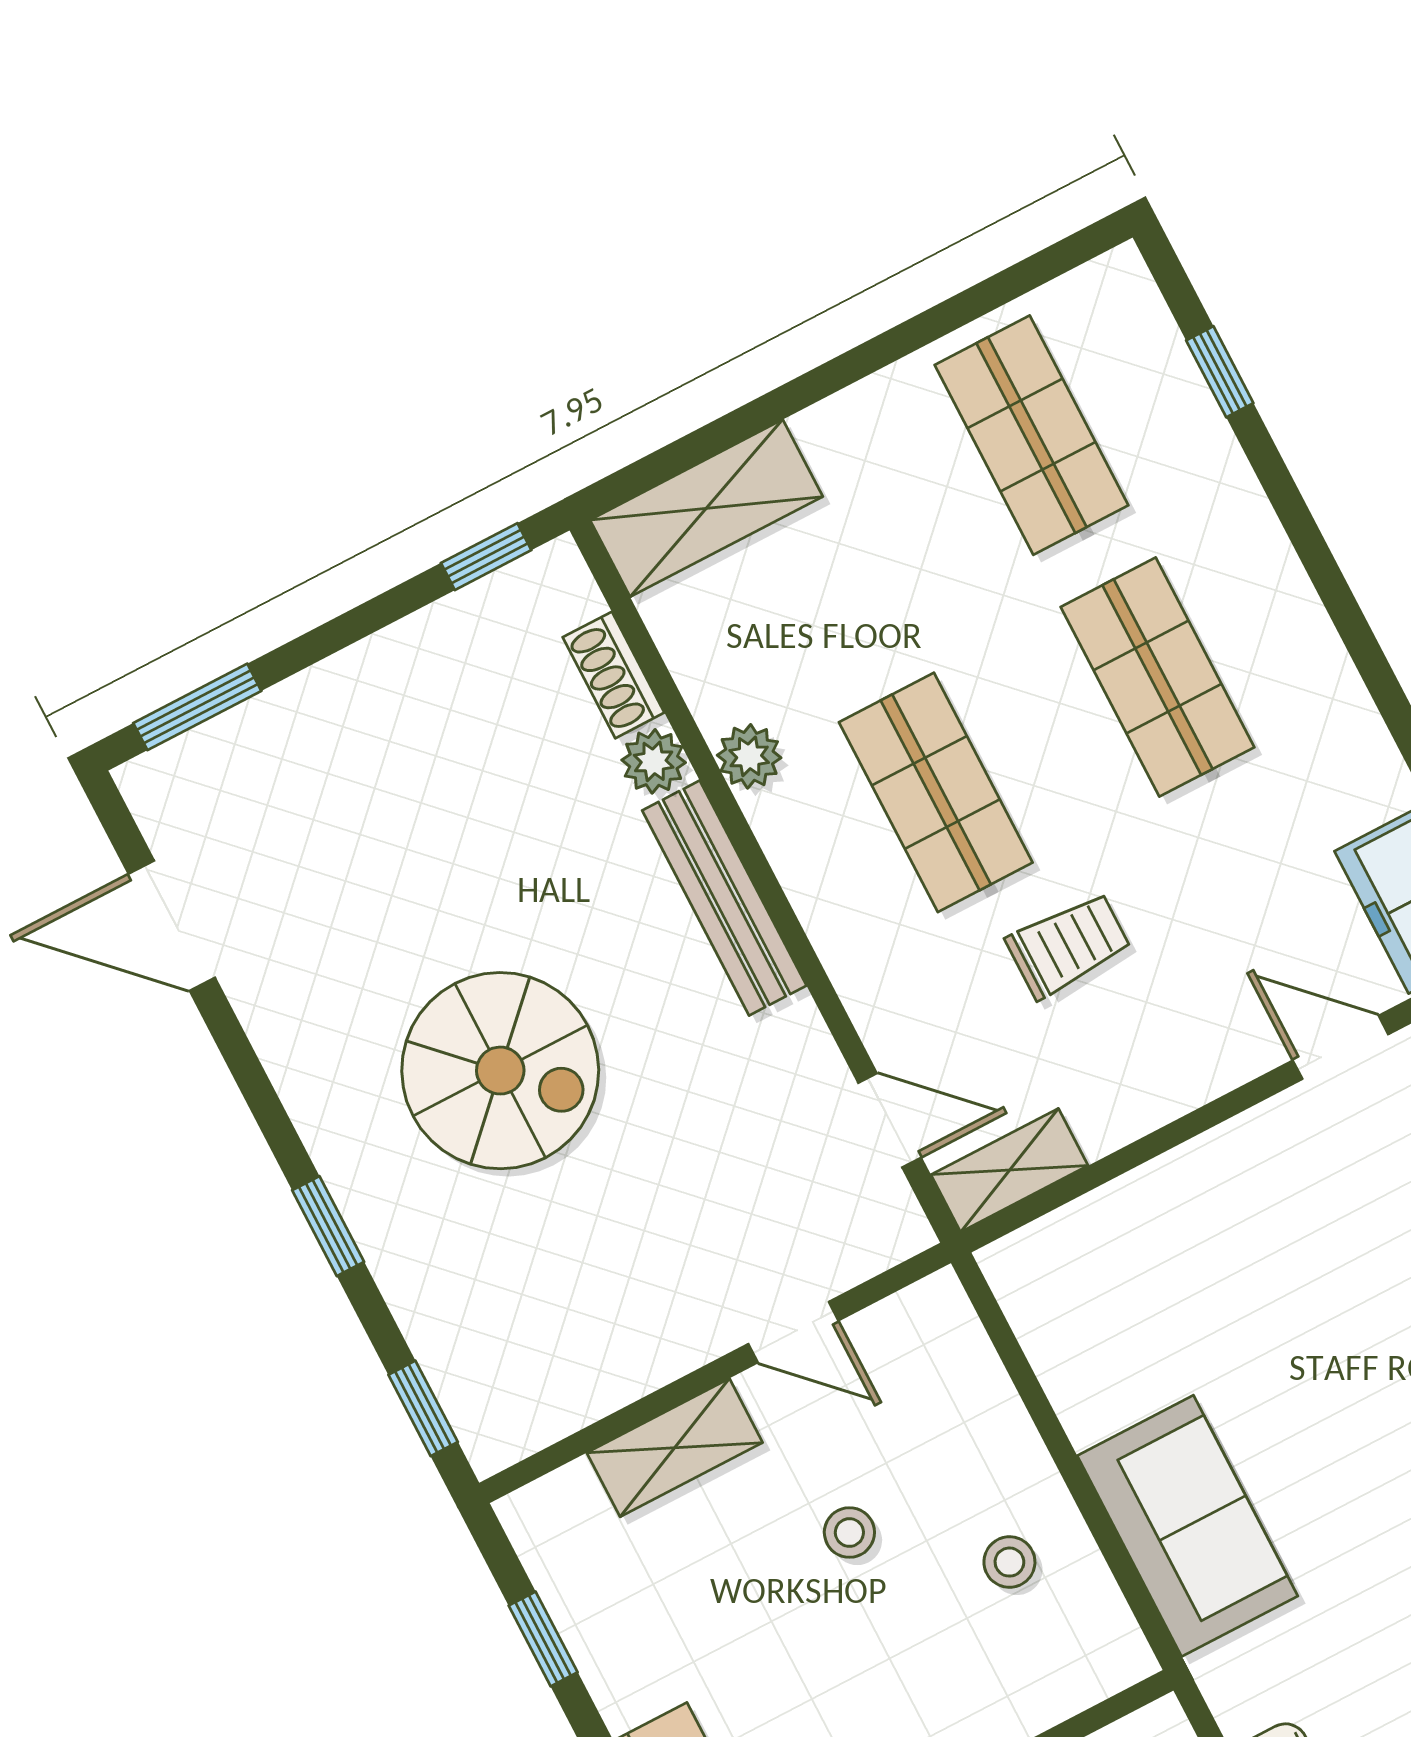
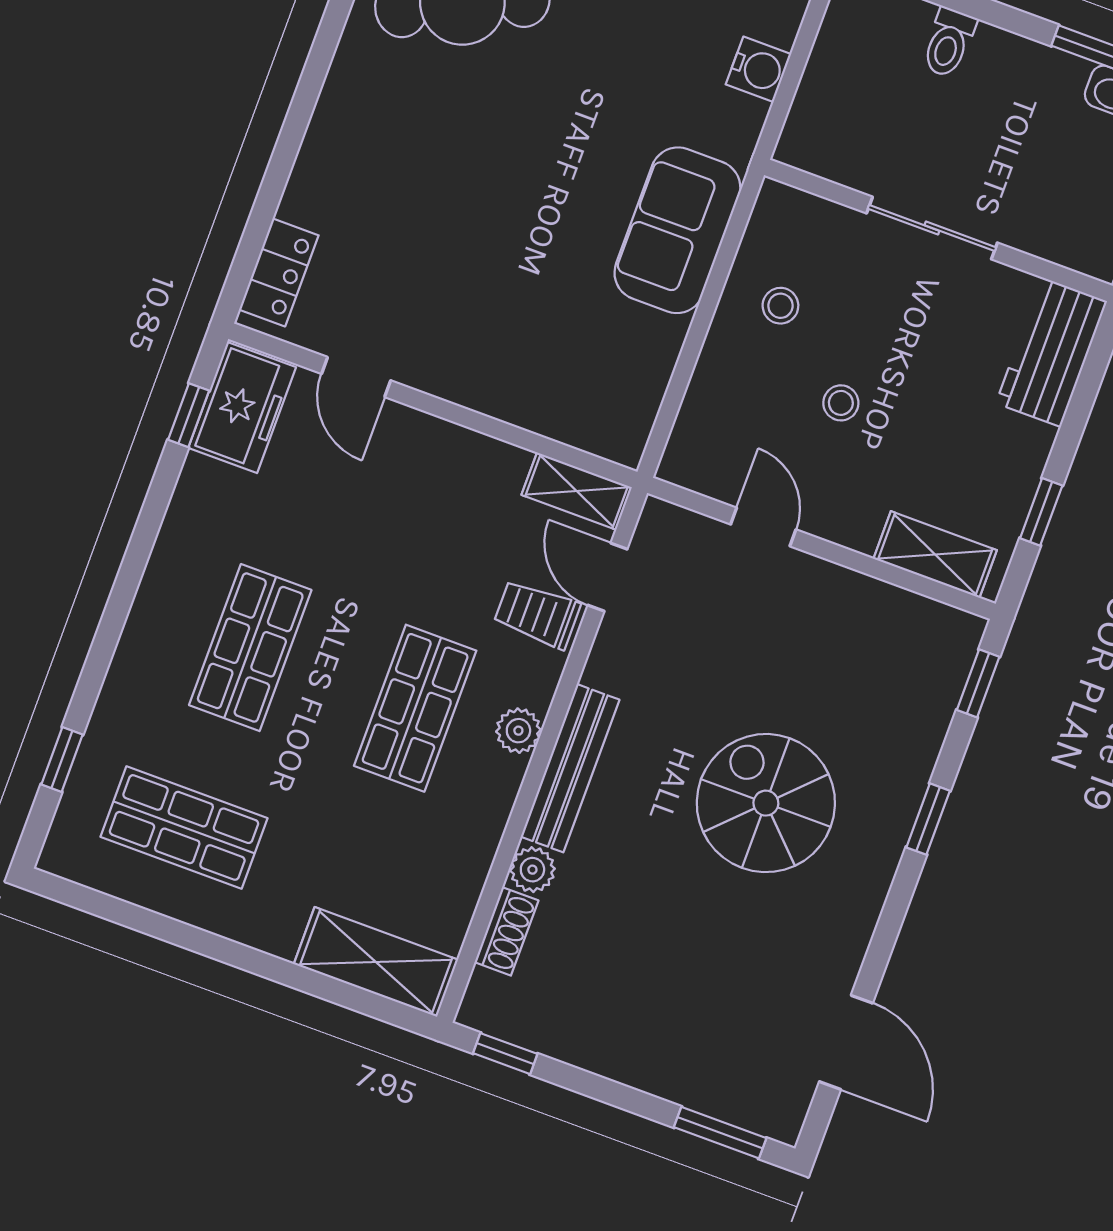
shop shelf: (1032, 435) -> (184, 827), turned 90
plant: (749, 756) -> (518, 731), moved
trolley: (1068, 945) -> (537, 614), moved
shelving: (675, 1448) -> (935, 554), moved

